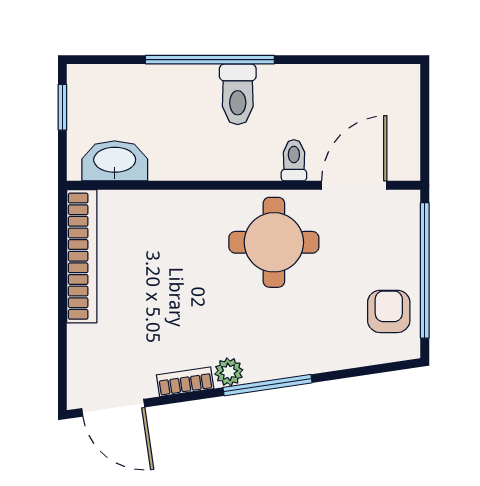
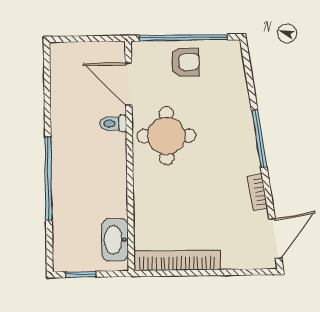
toilet: (238, 94) -> (71, 161), removed
armchair: (389, 311) -> (185, 62), moved, turned 180
plant: (229, 372) -> (251, 164), removed

